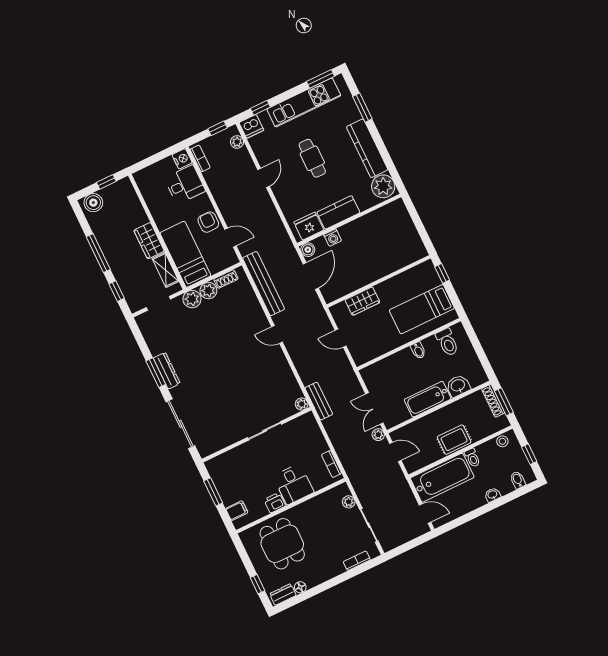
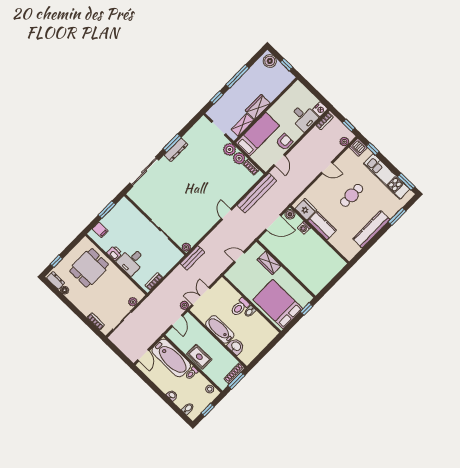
plant: (383, 186) -> (350, 249), removed
bed: (422, 309) -> (278, 304), width x1.50
door: (341, 338) -> (239, 257), hinge flipped
toilet: (447, 342) -> (240, 307), moved

